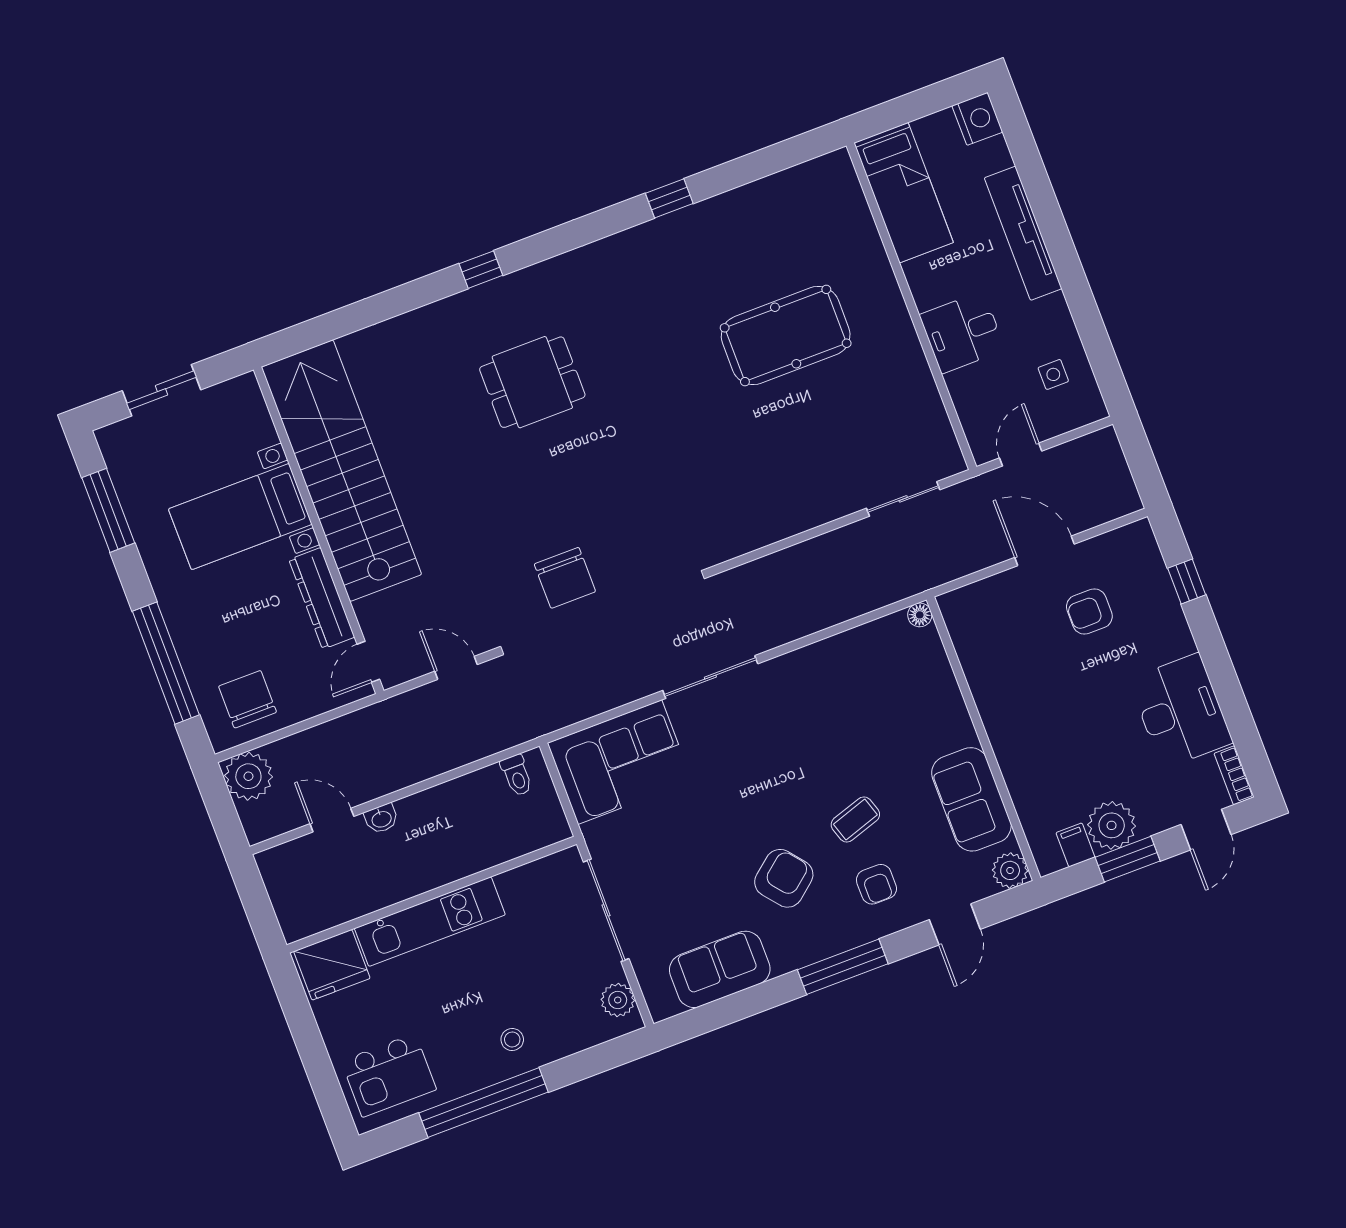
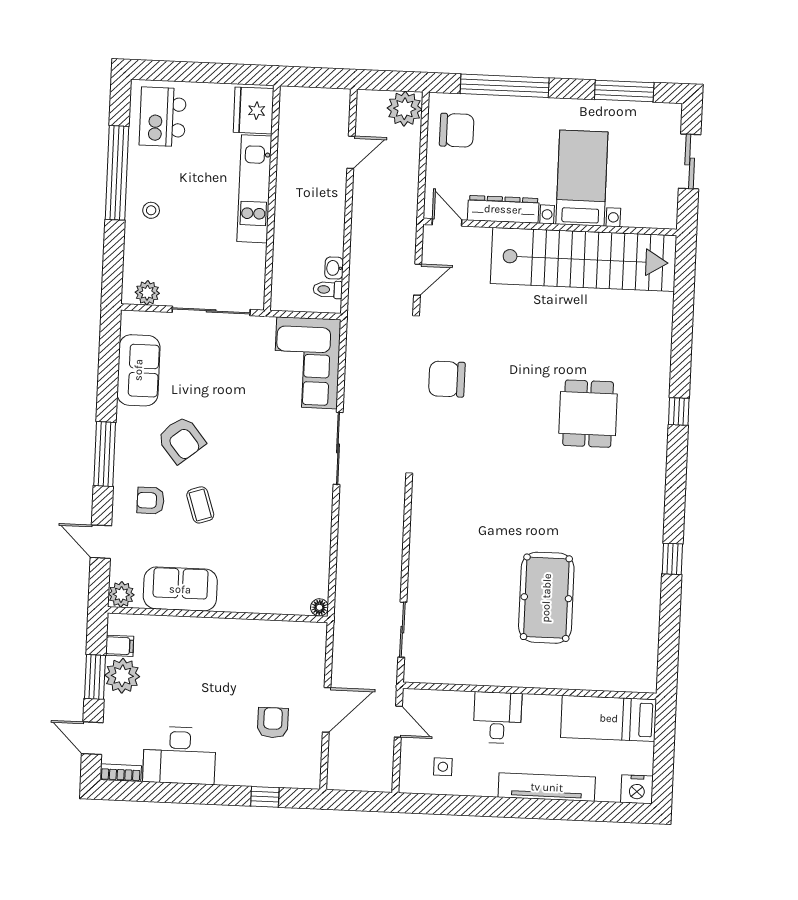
washbasin: (381, 819) -> (334, 268), moved

